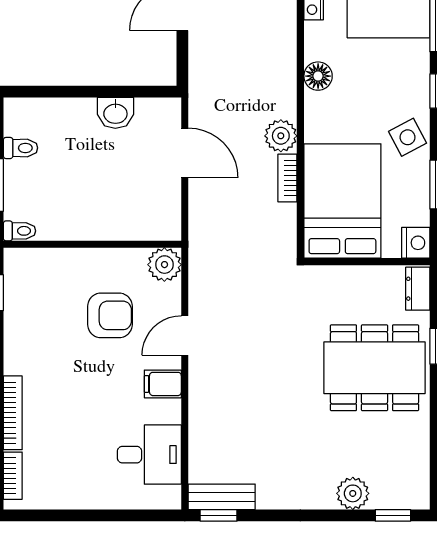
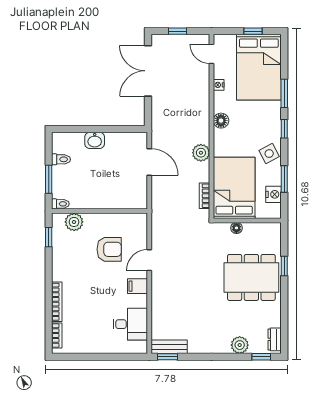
washbasin: (115, 113) -> (95, 140), moved
bookcase: (287, 178) -> (204, 196), moved
nightstand: (416, 243) -> (274, 194), moved
plant: (164, 265) -> (74, 222), moved
floor lamp: (347, 276) -> (236, 228), added
dresser: (418, 289) -> (275, 339), moved

